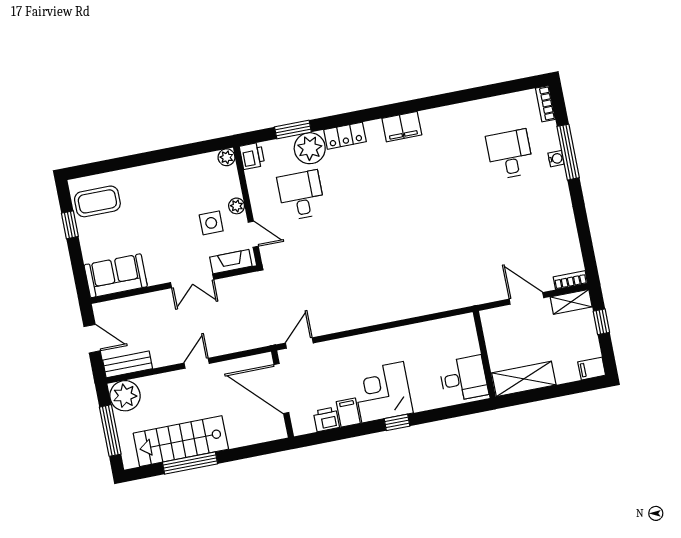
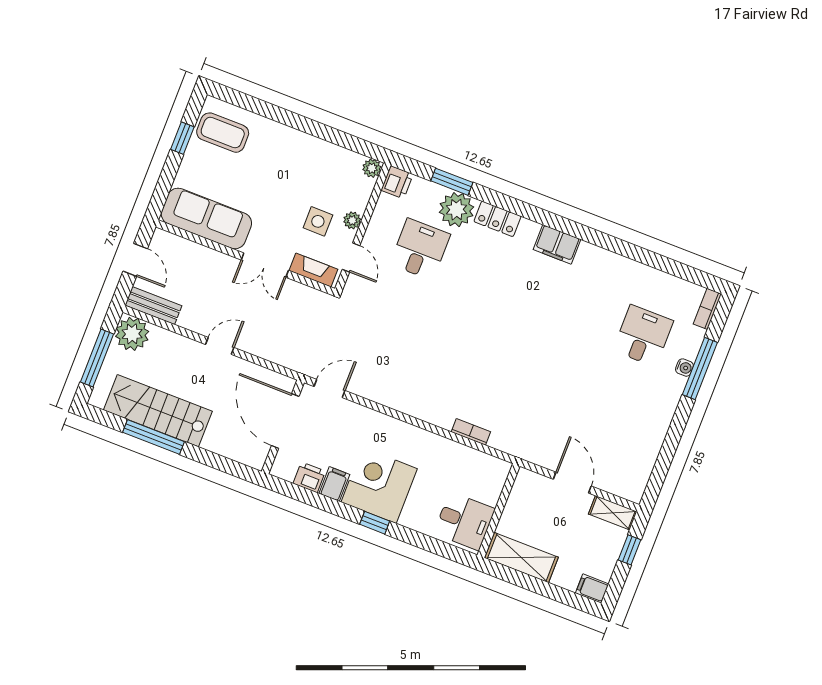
sofa: (116, 276) -> (206, 218), width x1.36
bookcase: (570, 280) -> (471, 432), moved

